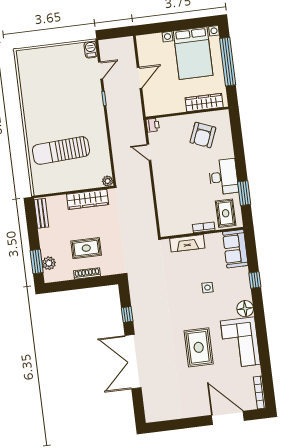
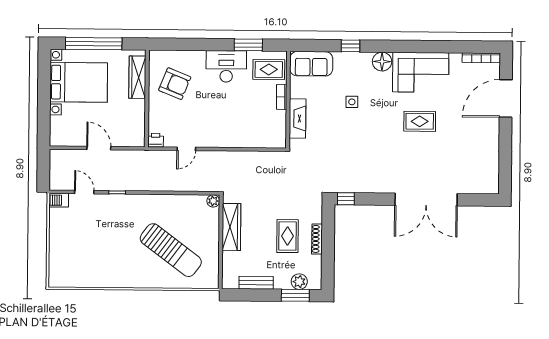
sun lounger: (61, 150) -> (171, 250), turned -50
bench: (41, 213) -> (256, 283), moved
window: (127, 315) -> (346, 199), moved
rug: (199, 347) -> (420, 121), width x0.73, depth x0.70

